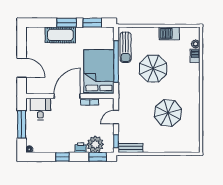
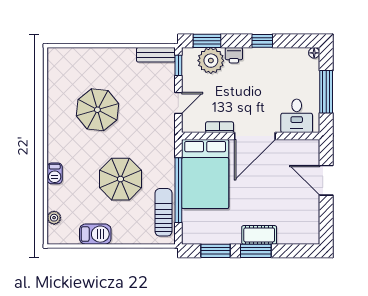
cot: (60, 35) -> (259, 235), width x0.73, depth x0.75
barbecue: (195, 56) -> (55, 173), moved

